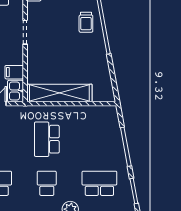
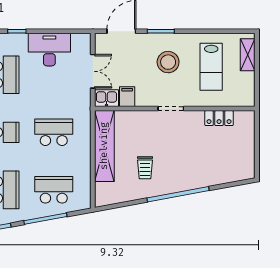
trolley: (86, 22) -> (145, 168), moved, turned -90
school desk: (99, 139) -> (54, 190), added

